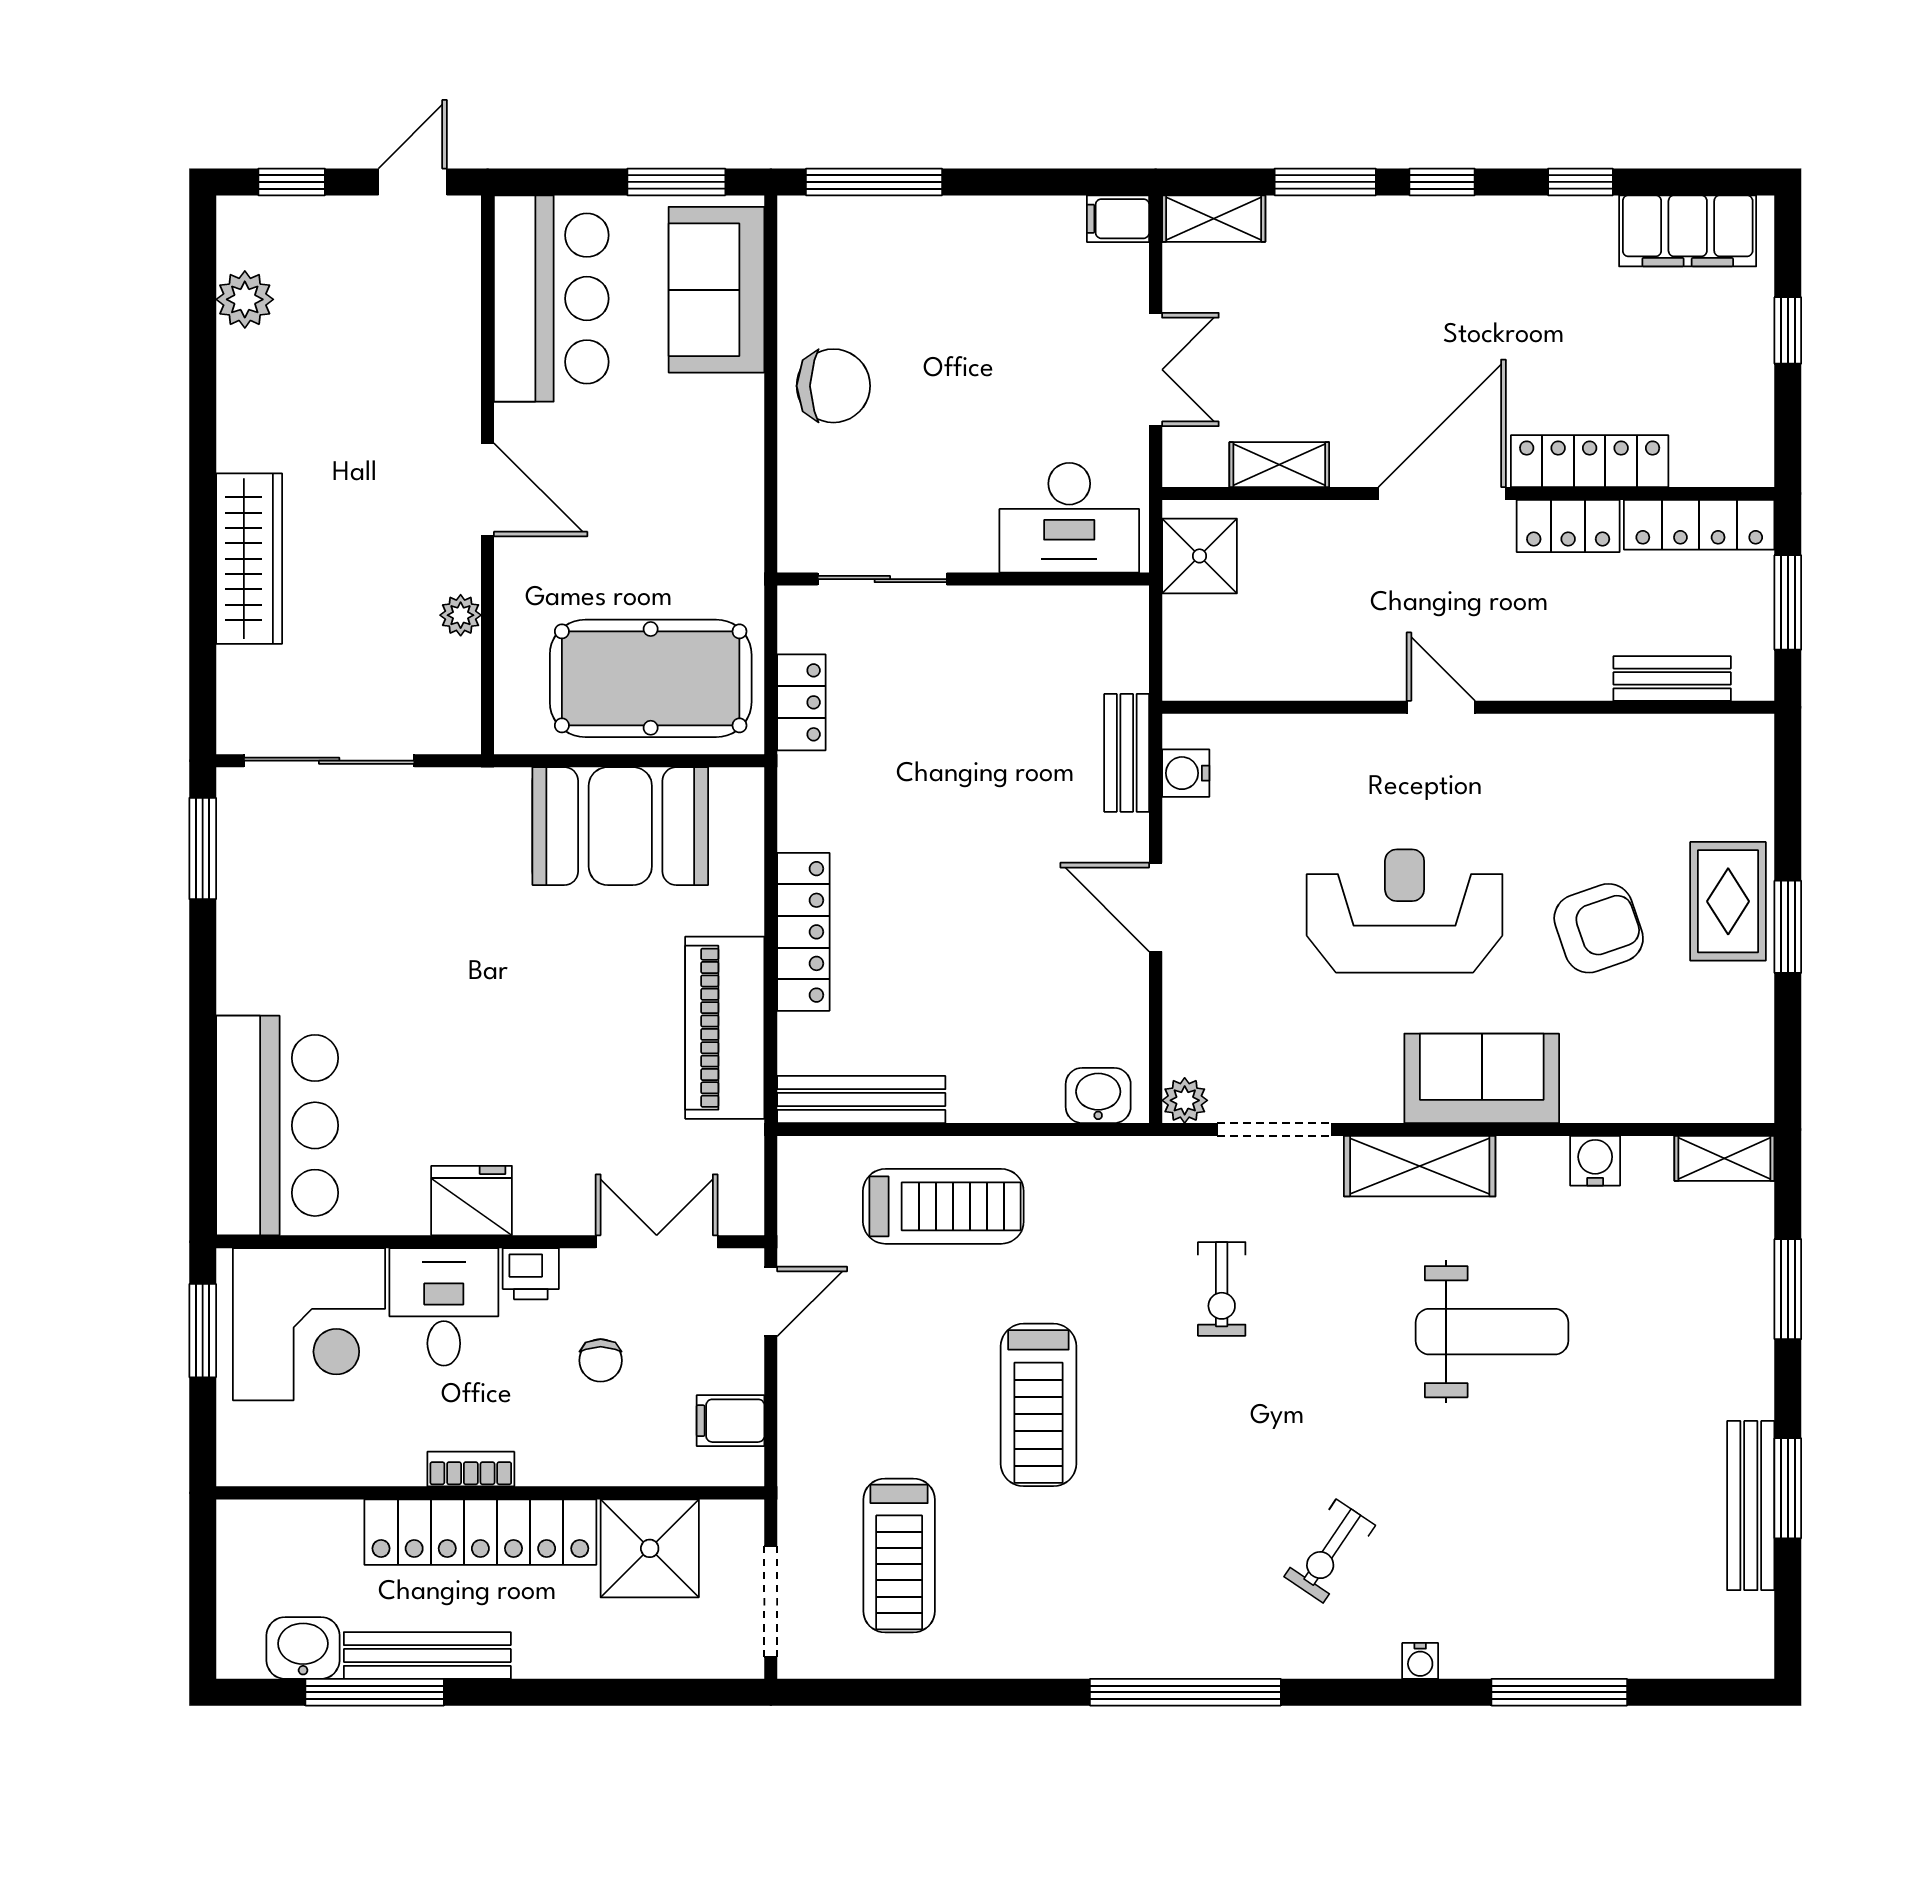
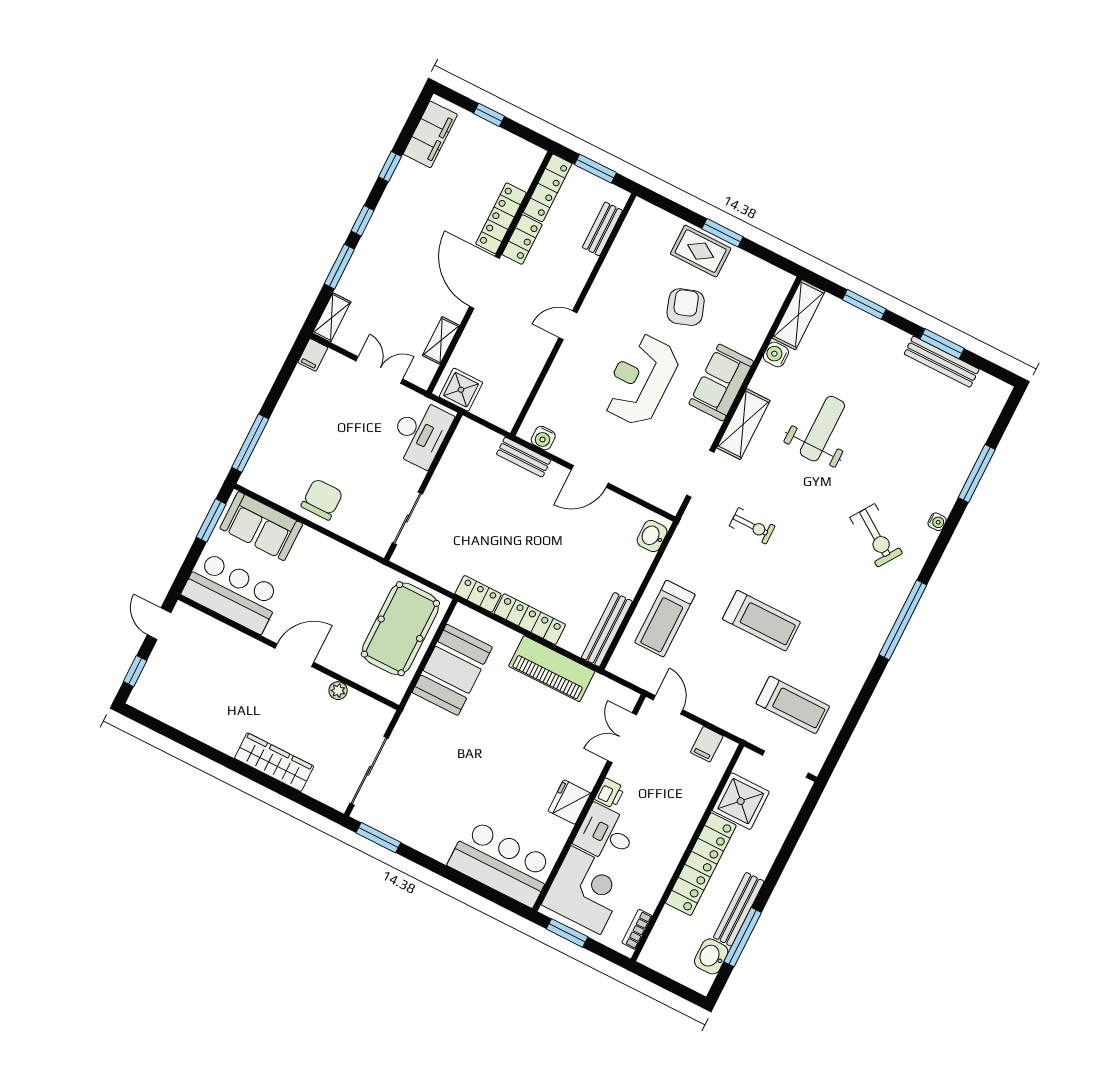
plant: (245, 299) -> (172, 713), removed
locker: (801, 702) -> (478, 594), moved
plant: (1185, 1100) -> (671, 503), removed
shelving: (1724, 1158) -> (799, 315), width x1.50, depth x1.33
treadmill: (943, 1206) -> (665, 619), turned 180
chair: (601, 1360) -> (657, 783), removed
bookcase: (471, 1469) -> (637, 929), moved
exercise bike: (1330, 1551) -> (876, 535), width x1.38, depth x1.39

